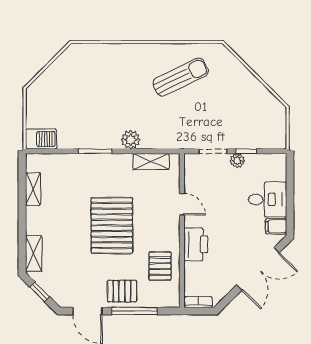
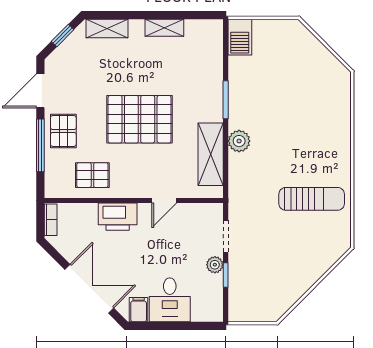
sun lounger: (181, 77) -> (312, 199), turned -64
shelving: (151, 161) -> (211, 154), width x1.50, depth x1.33
shelving: (33, 189) -> (164, 28), moved
double door: (258, 269) -> (89, 289), swing flipped

